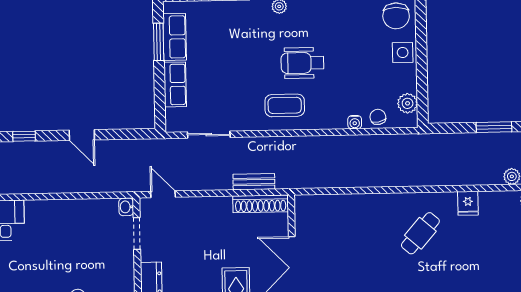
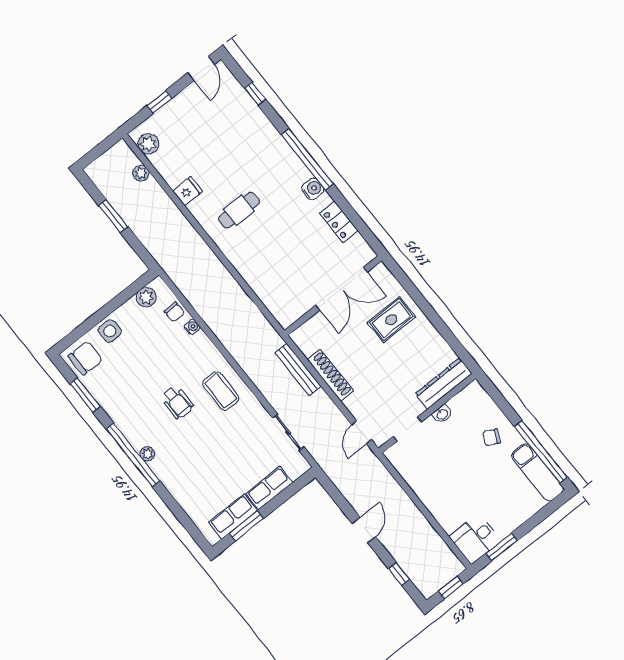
wheelchair: (302, 63) -> (177, 402), width x0.73, depth x0.73
chair: (378, 117) -> (174, 312), turned -78
bench: (254, 182) -> (298, 369), width x1.36
shoe rack: (261, 204) -> (330, 375), moved
washbasin: (126, 207) -> (442, 414), moved
cafe table: (420, 233) -> (239, 210), turned -41

